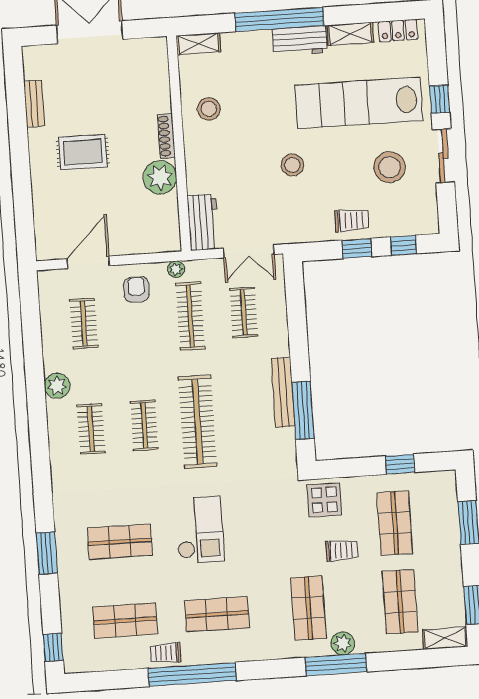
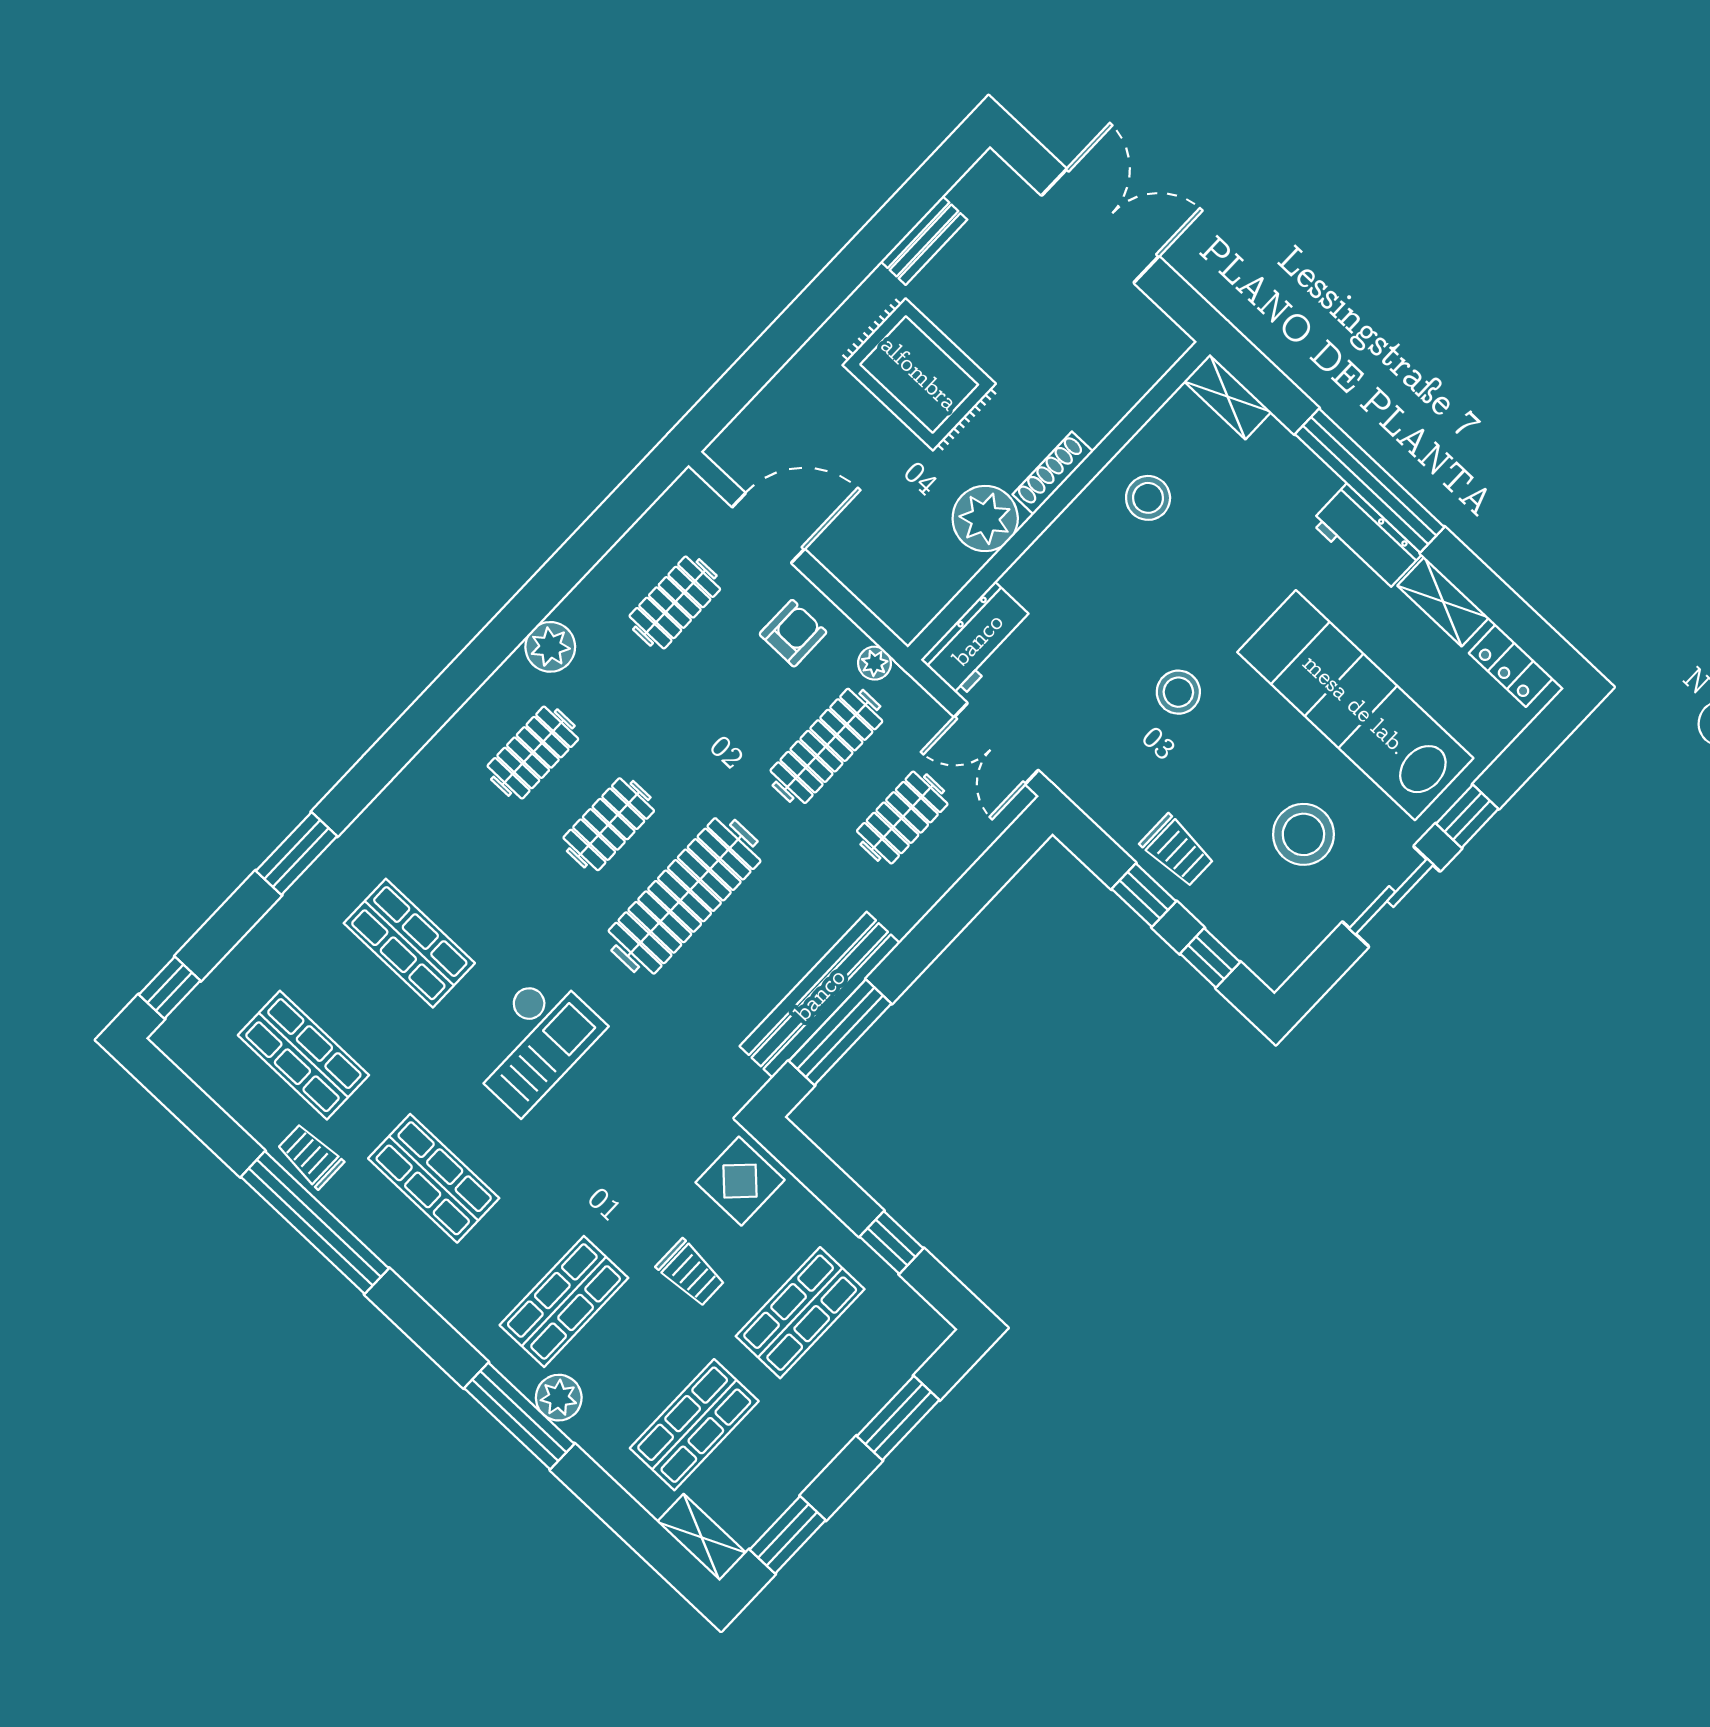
rug: (83, 152) -> (919, 374), width x1.36, depth x1.43
bench: (283, 392) -> (820, 995), width x1.37, depth x1.21

